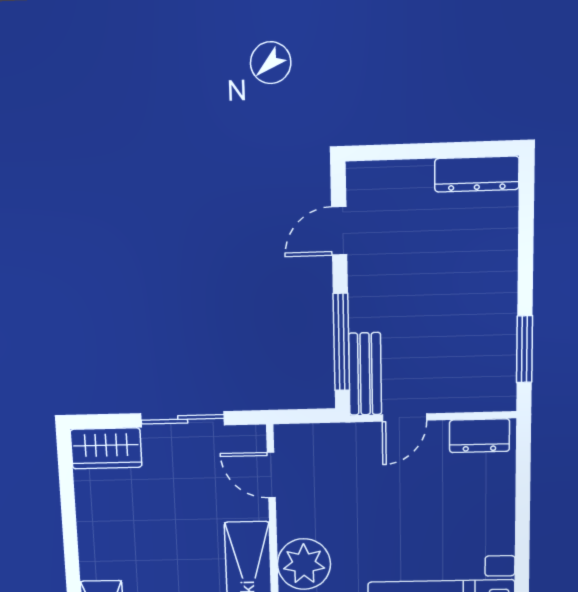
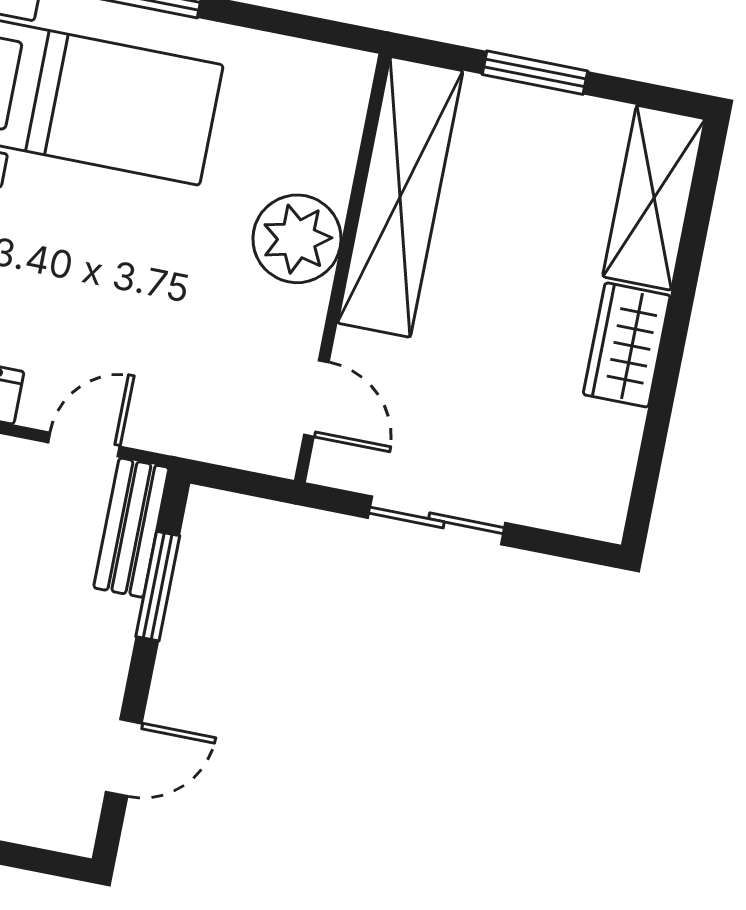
window: (341, 342) -> (158, 586), width x0.69
wardrobe: (106, 448) -> (627, 345), moved, turned -90

